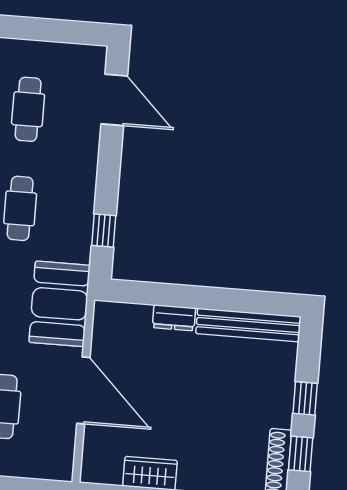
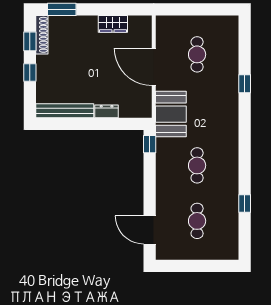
window: (104, 230) -> (150, 144), moved

